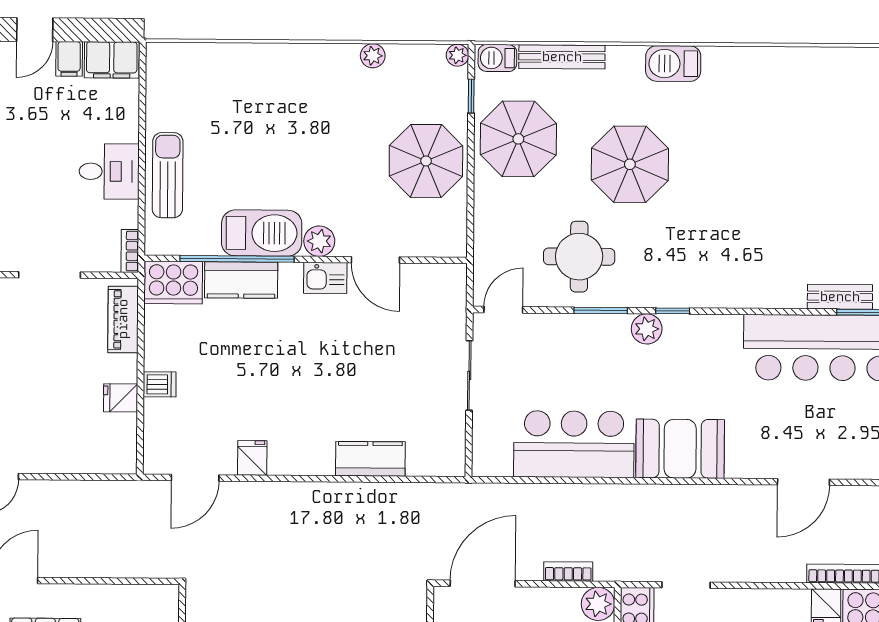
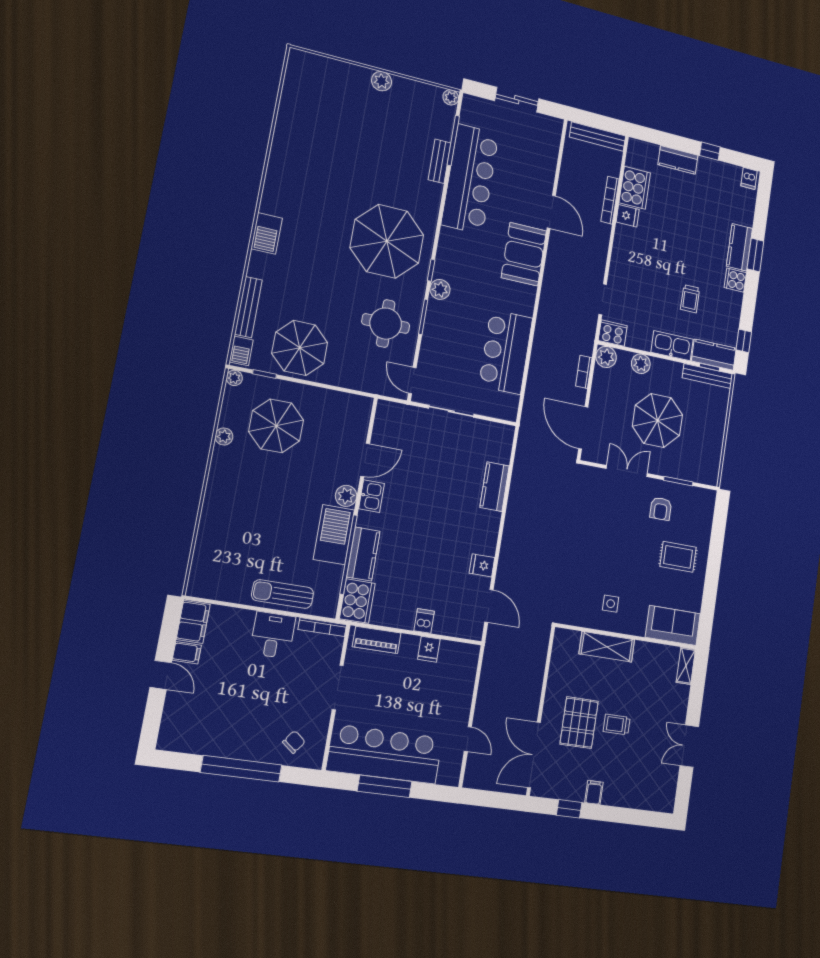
parasol: (426, 161) -> (276, 426), moved
parasol: (630, 164) -> (387, 241), moved, width x1.36, depth x1.36
bookcase: (130, 251) -> (322, 627), width x1.56
booth: (680, 449) -> (524, 254), moved

